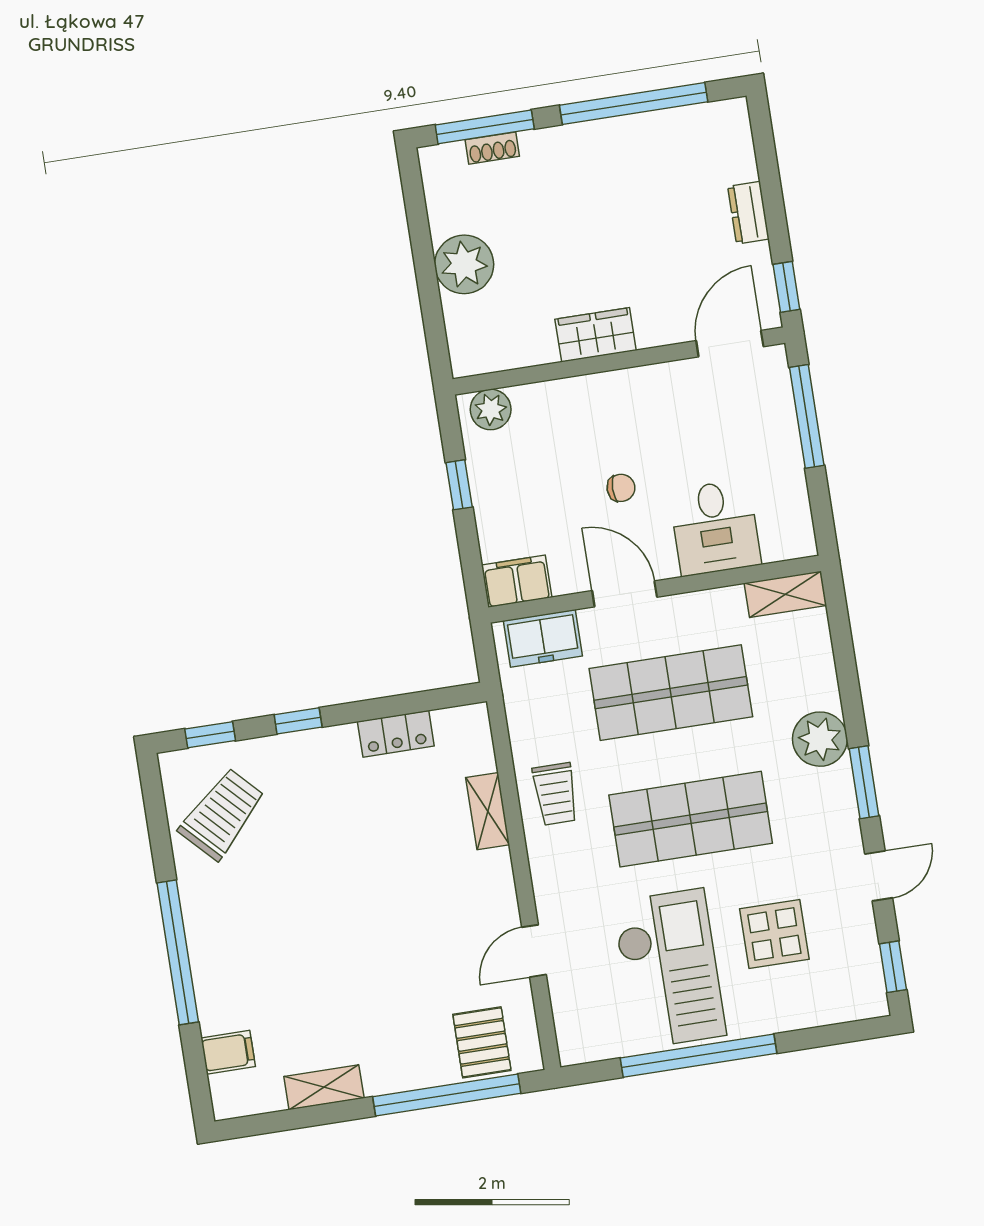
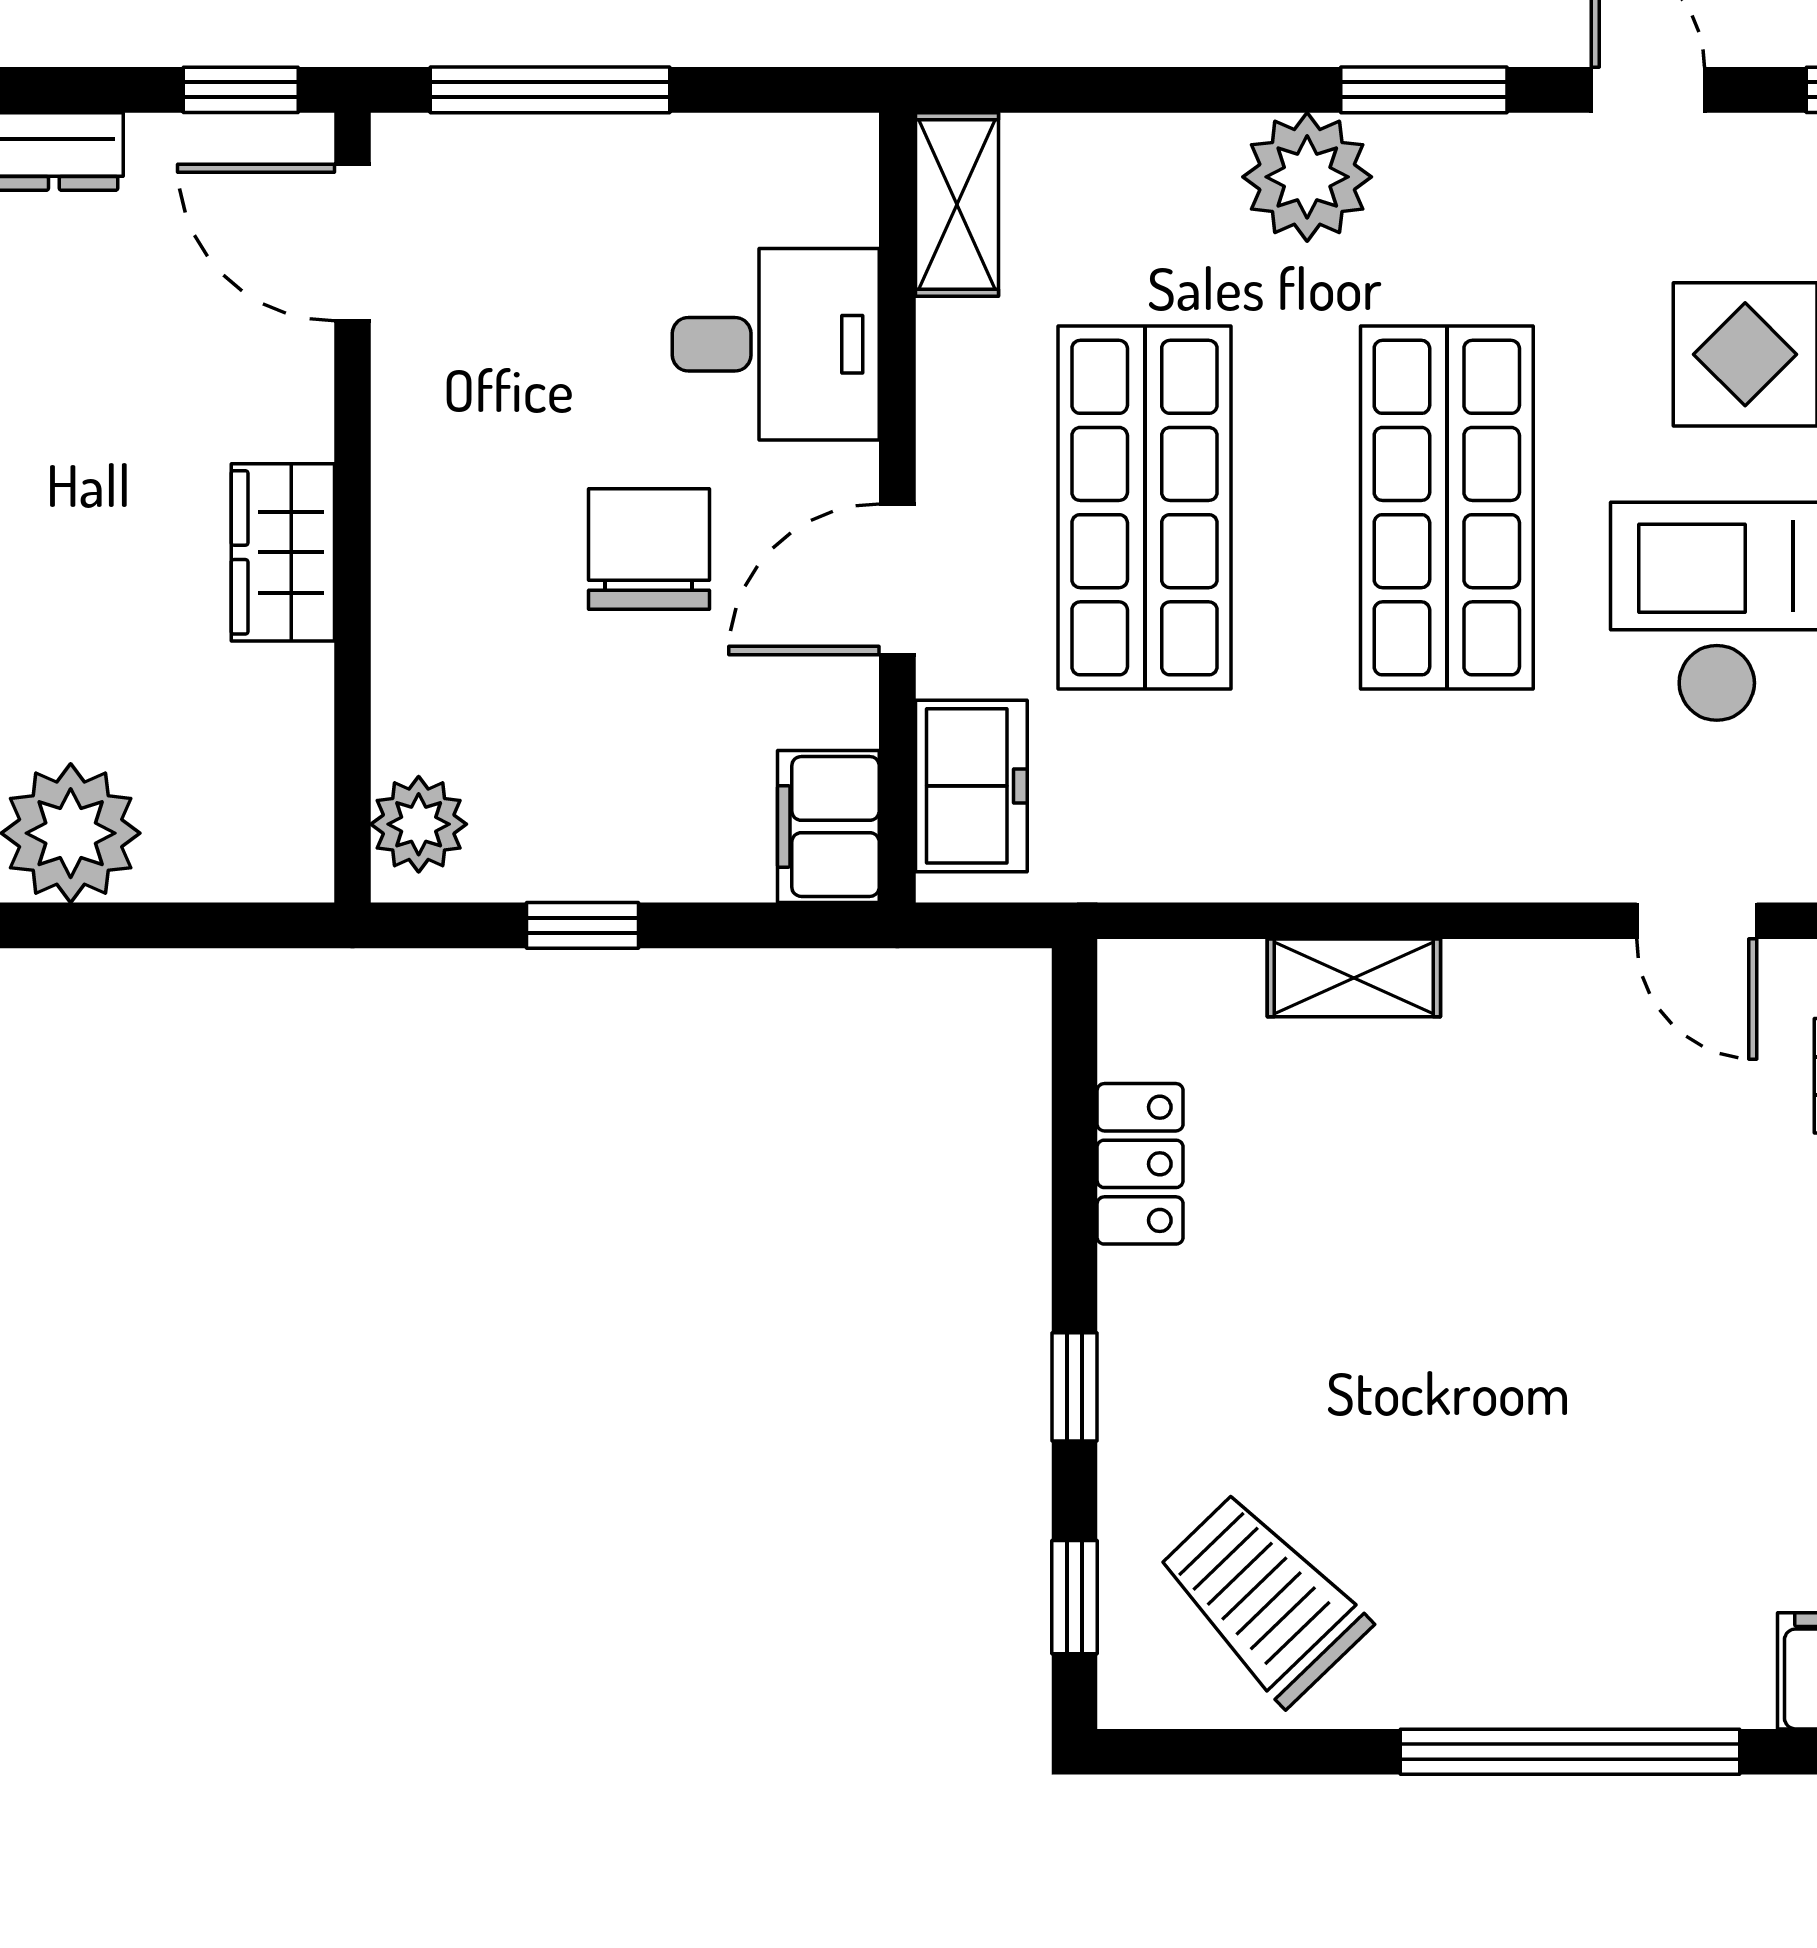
chair: (621, 488) -> (649, 549), width x1.87, depth x1.87
trolley: (555, 794) -> (1339, 814), removed

